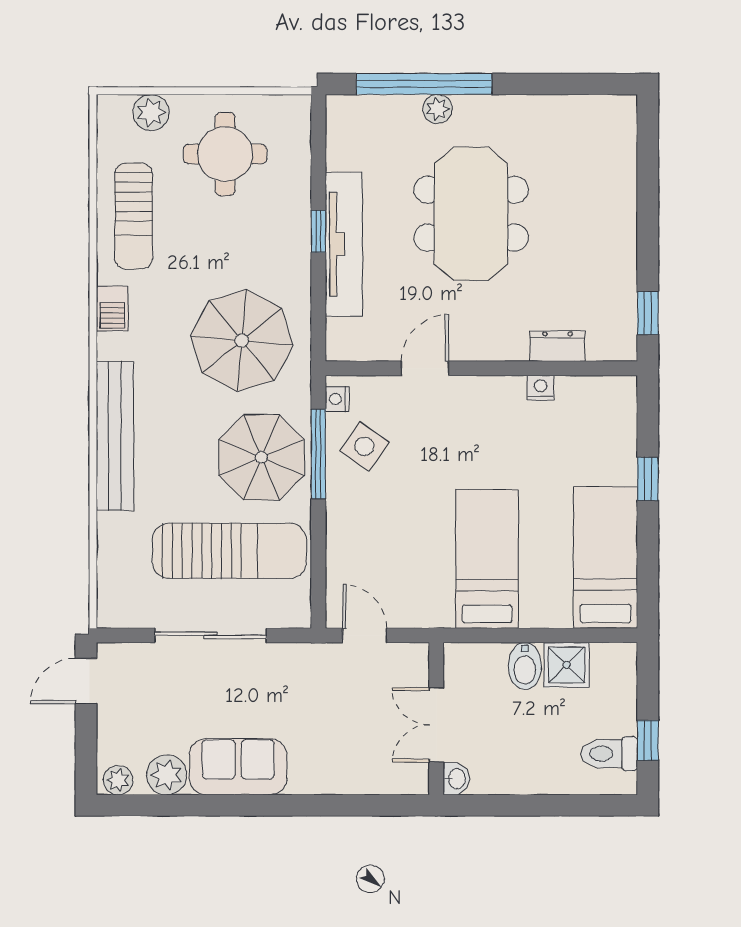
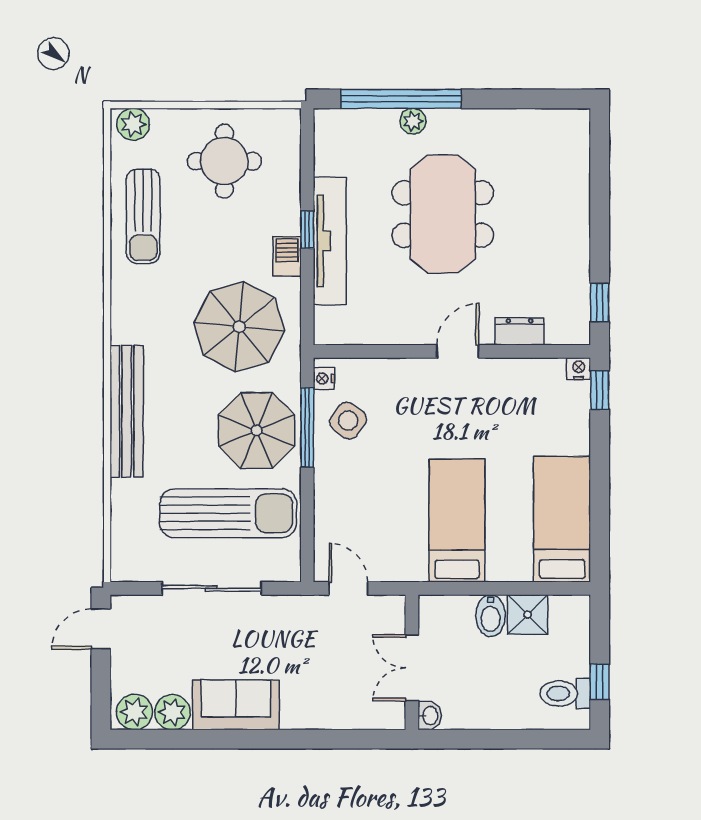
plant: (151, 113) -> (133, 124), moved
barbecue: (112, 309) -> (287, 256), moved, turned 180
door: (425, 368) -> (458, 351), moved
nightstand: (540, 388) -> (579, 369), moved
window: (648, 479) -> (600, 390), moved
plant: (118, 780) -> (134, 712), width x1.38, depth x1.38

